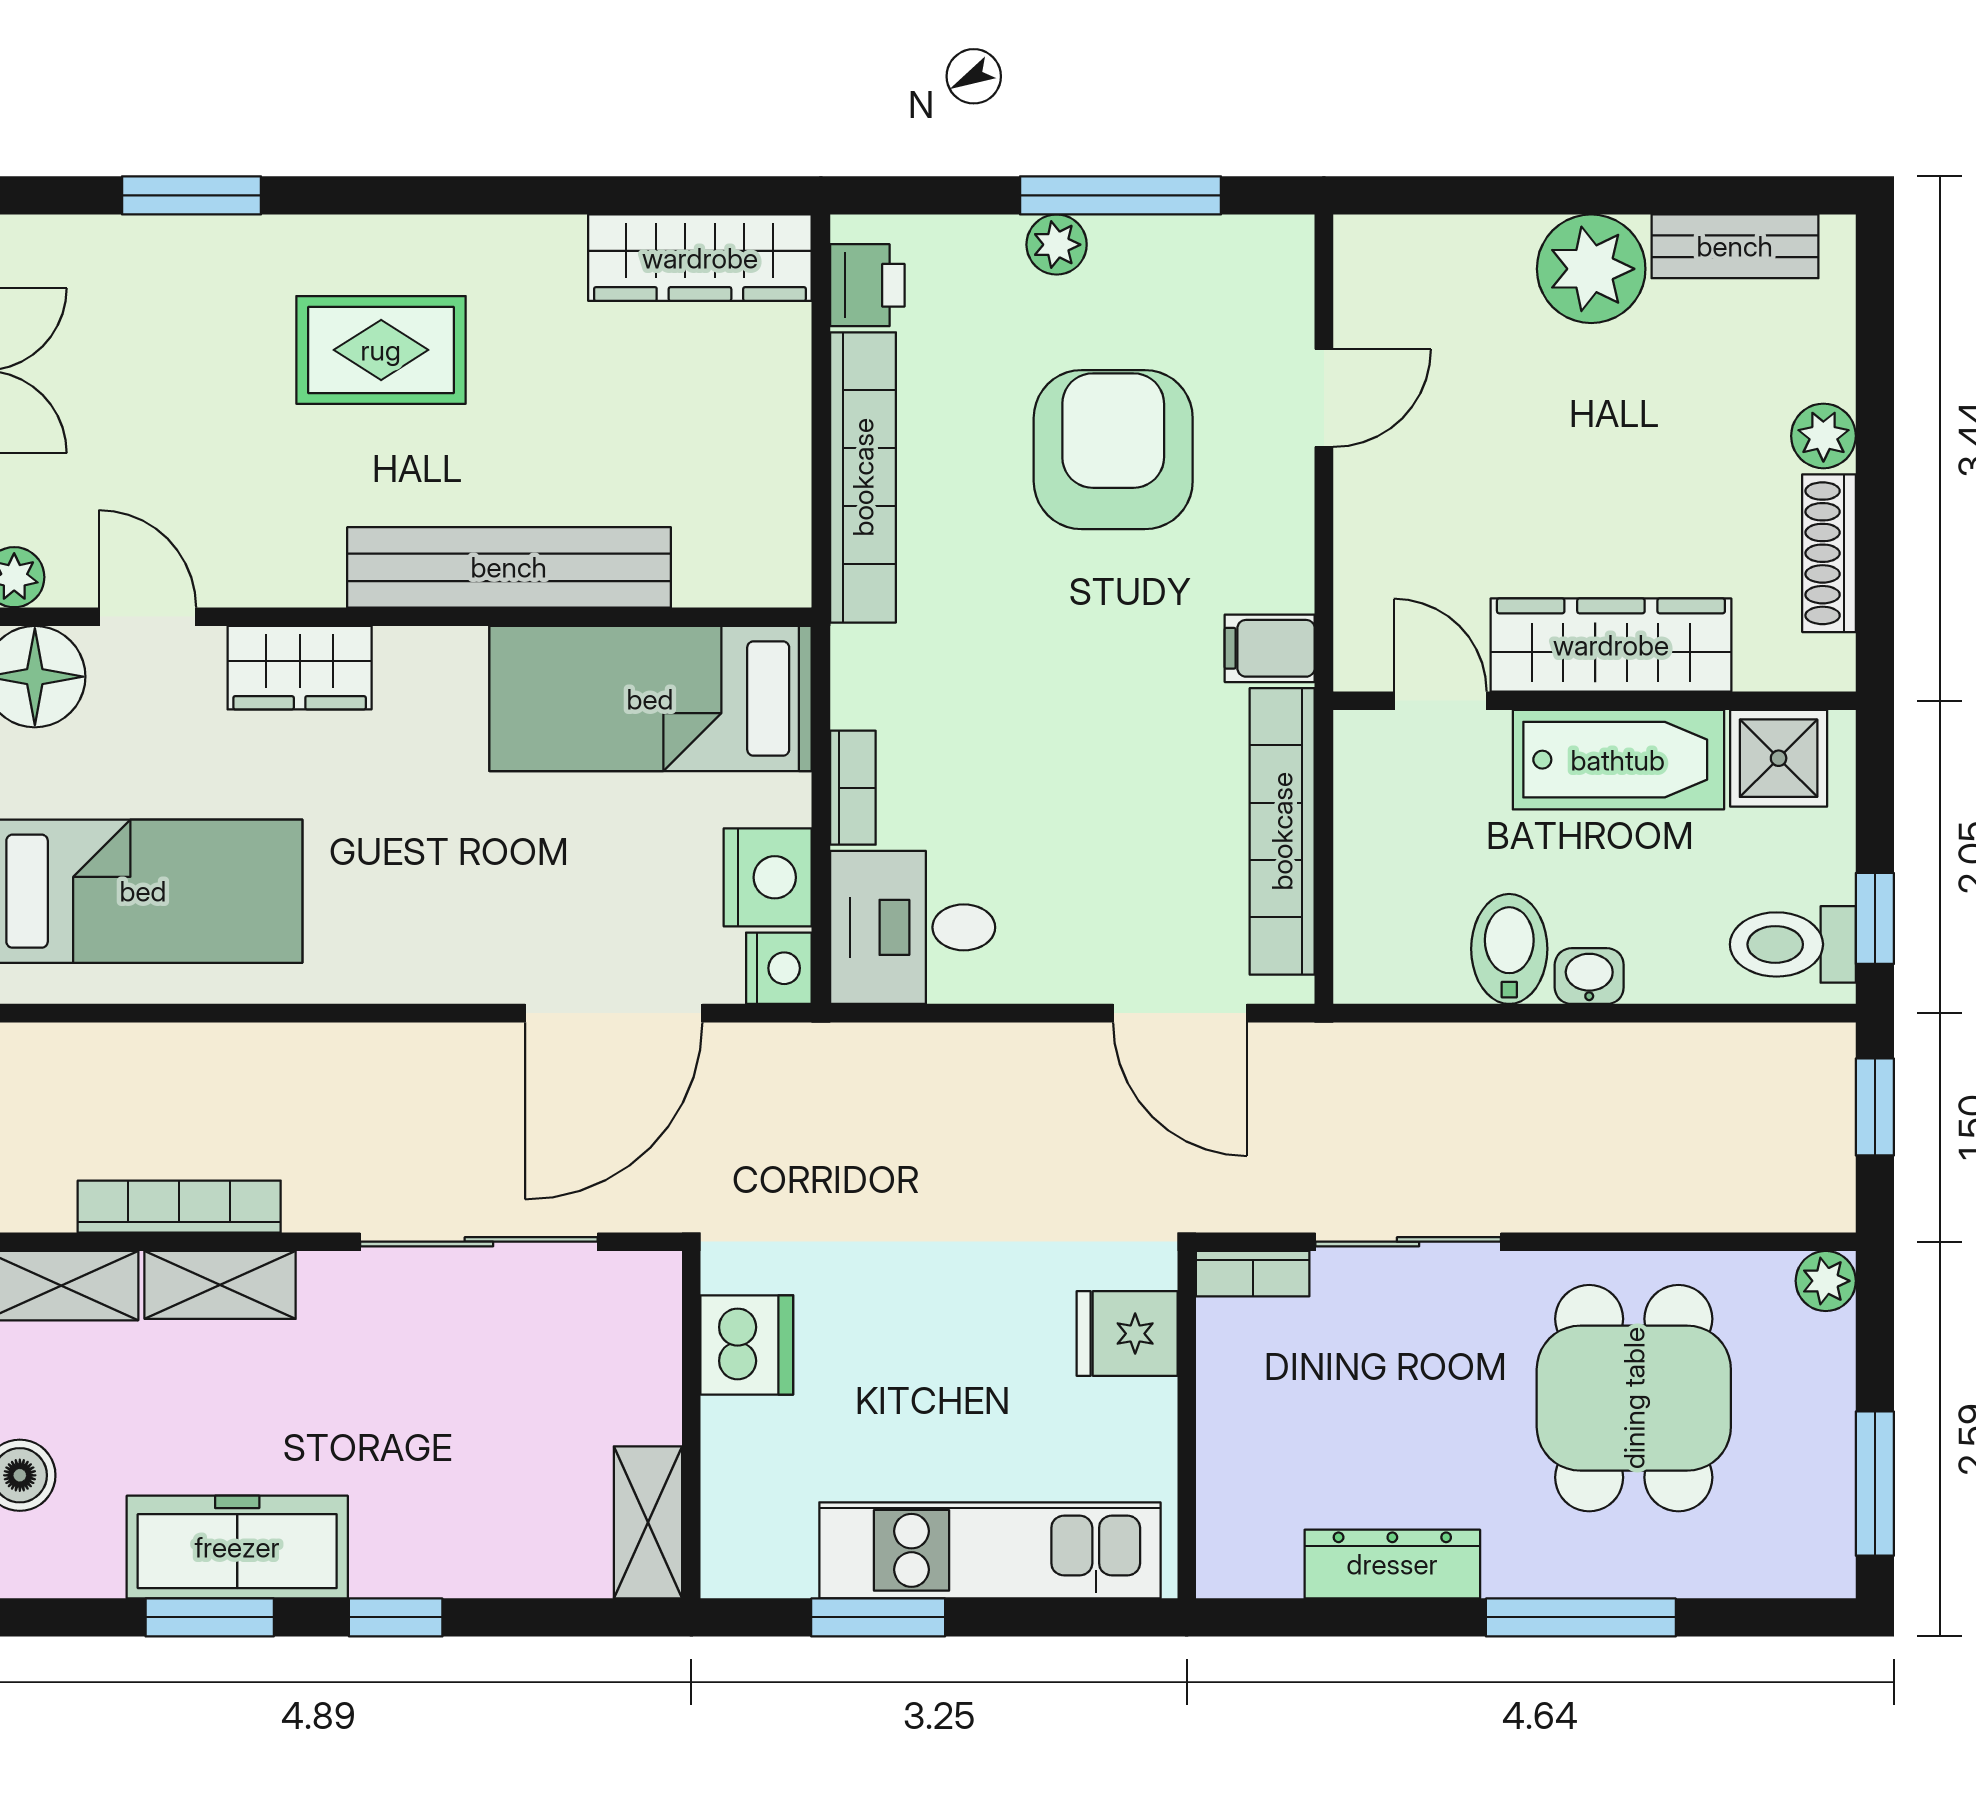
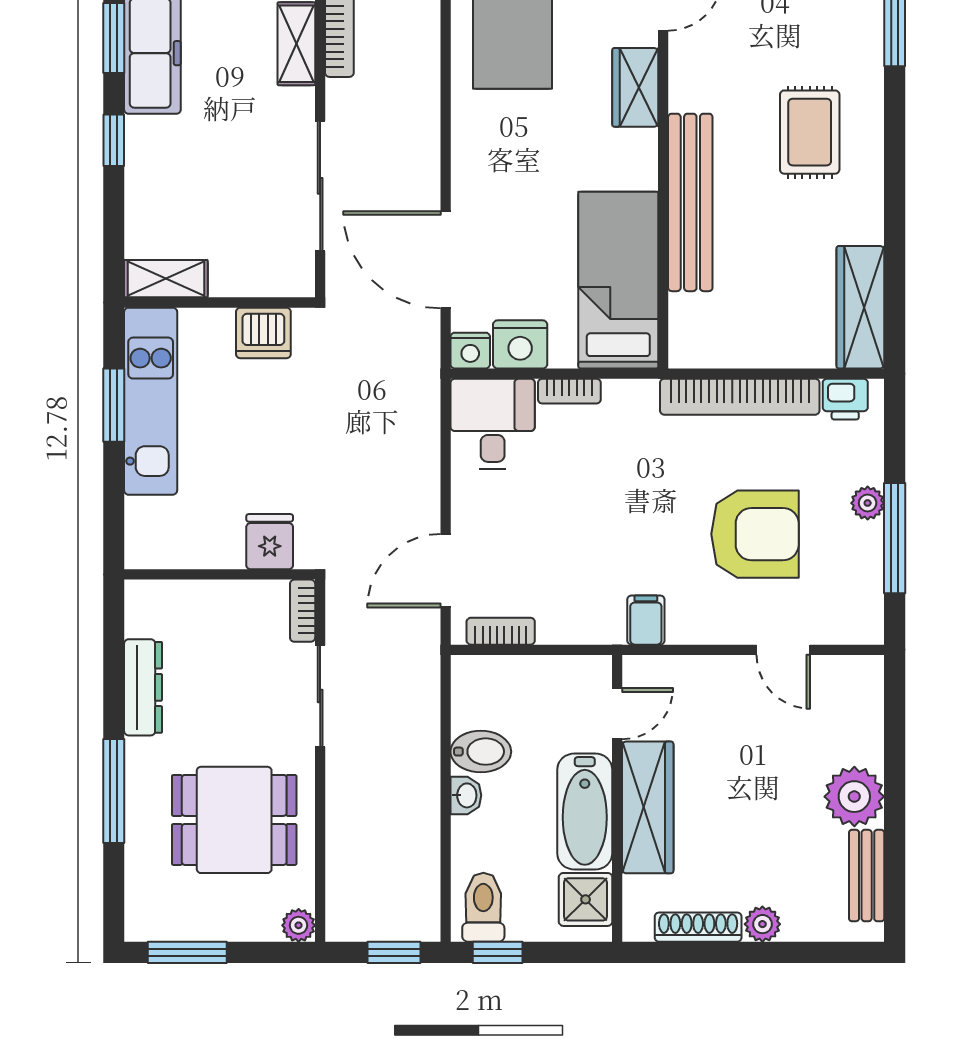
bookcase: (1282, 831) -> (501, 631), width x0.43, depth x0.76
kitchen unit: (990, 1550) -> (151, 401), moved

